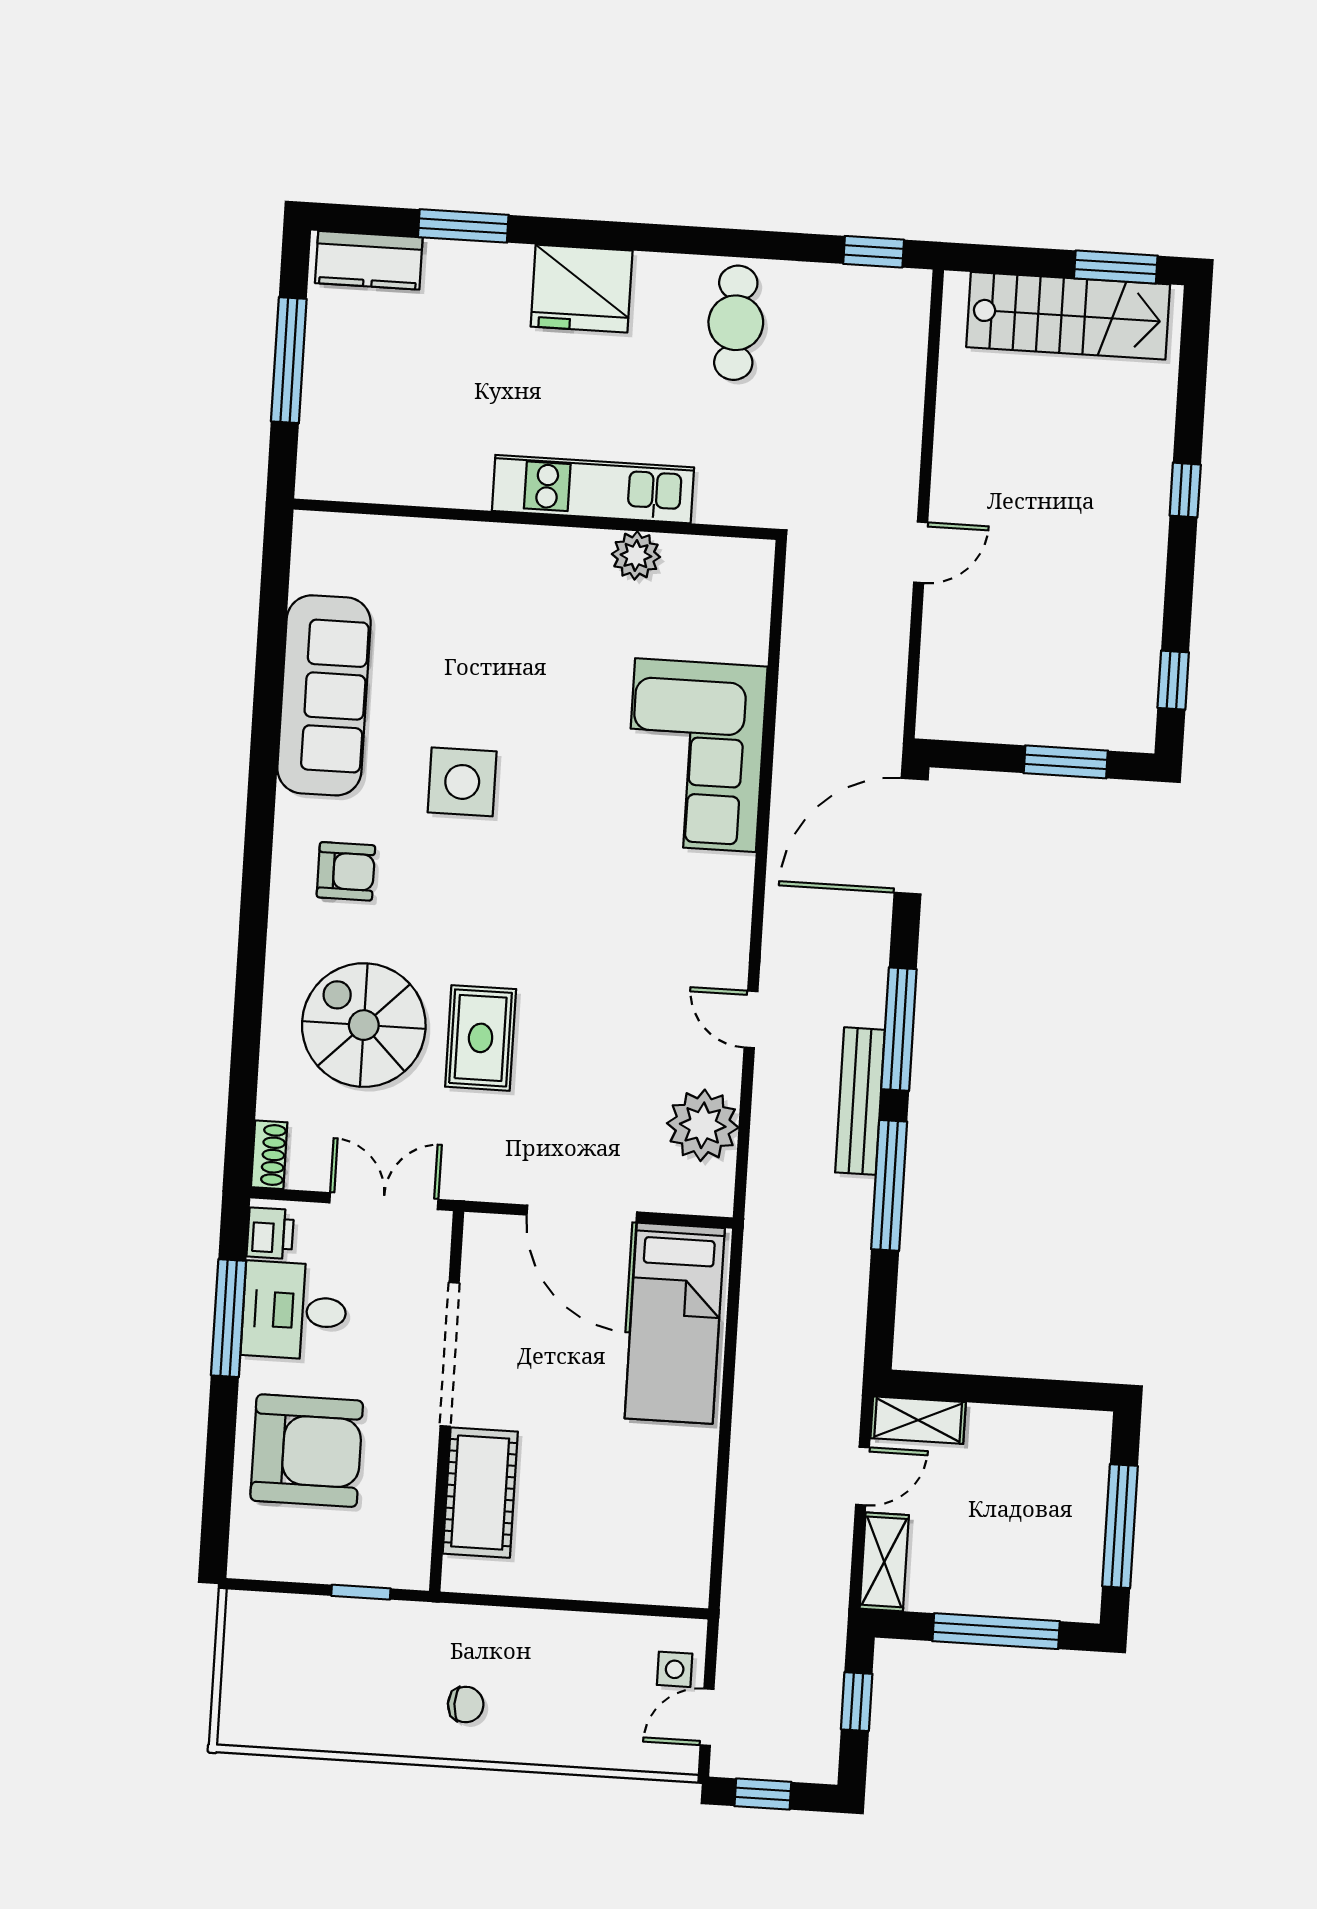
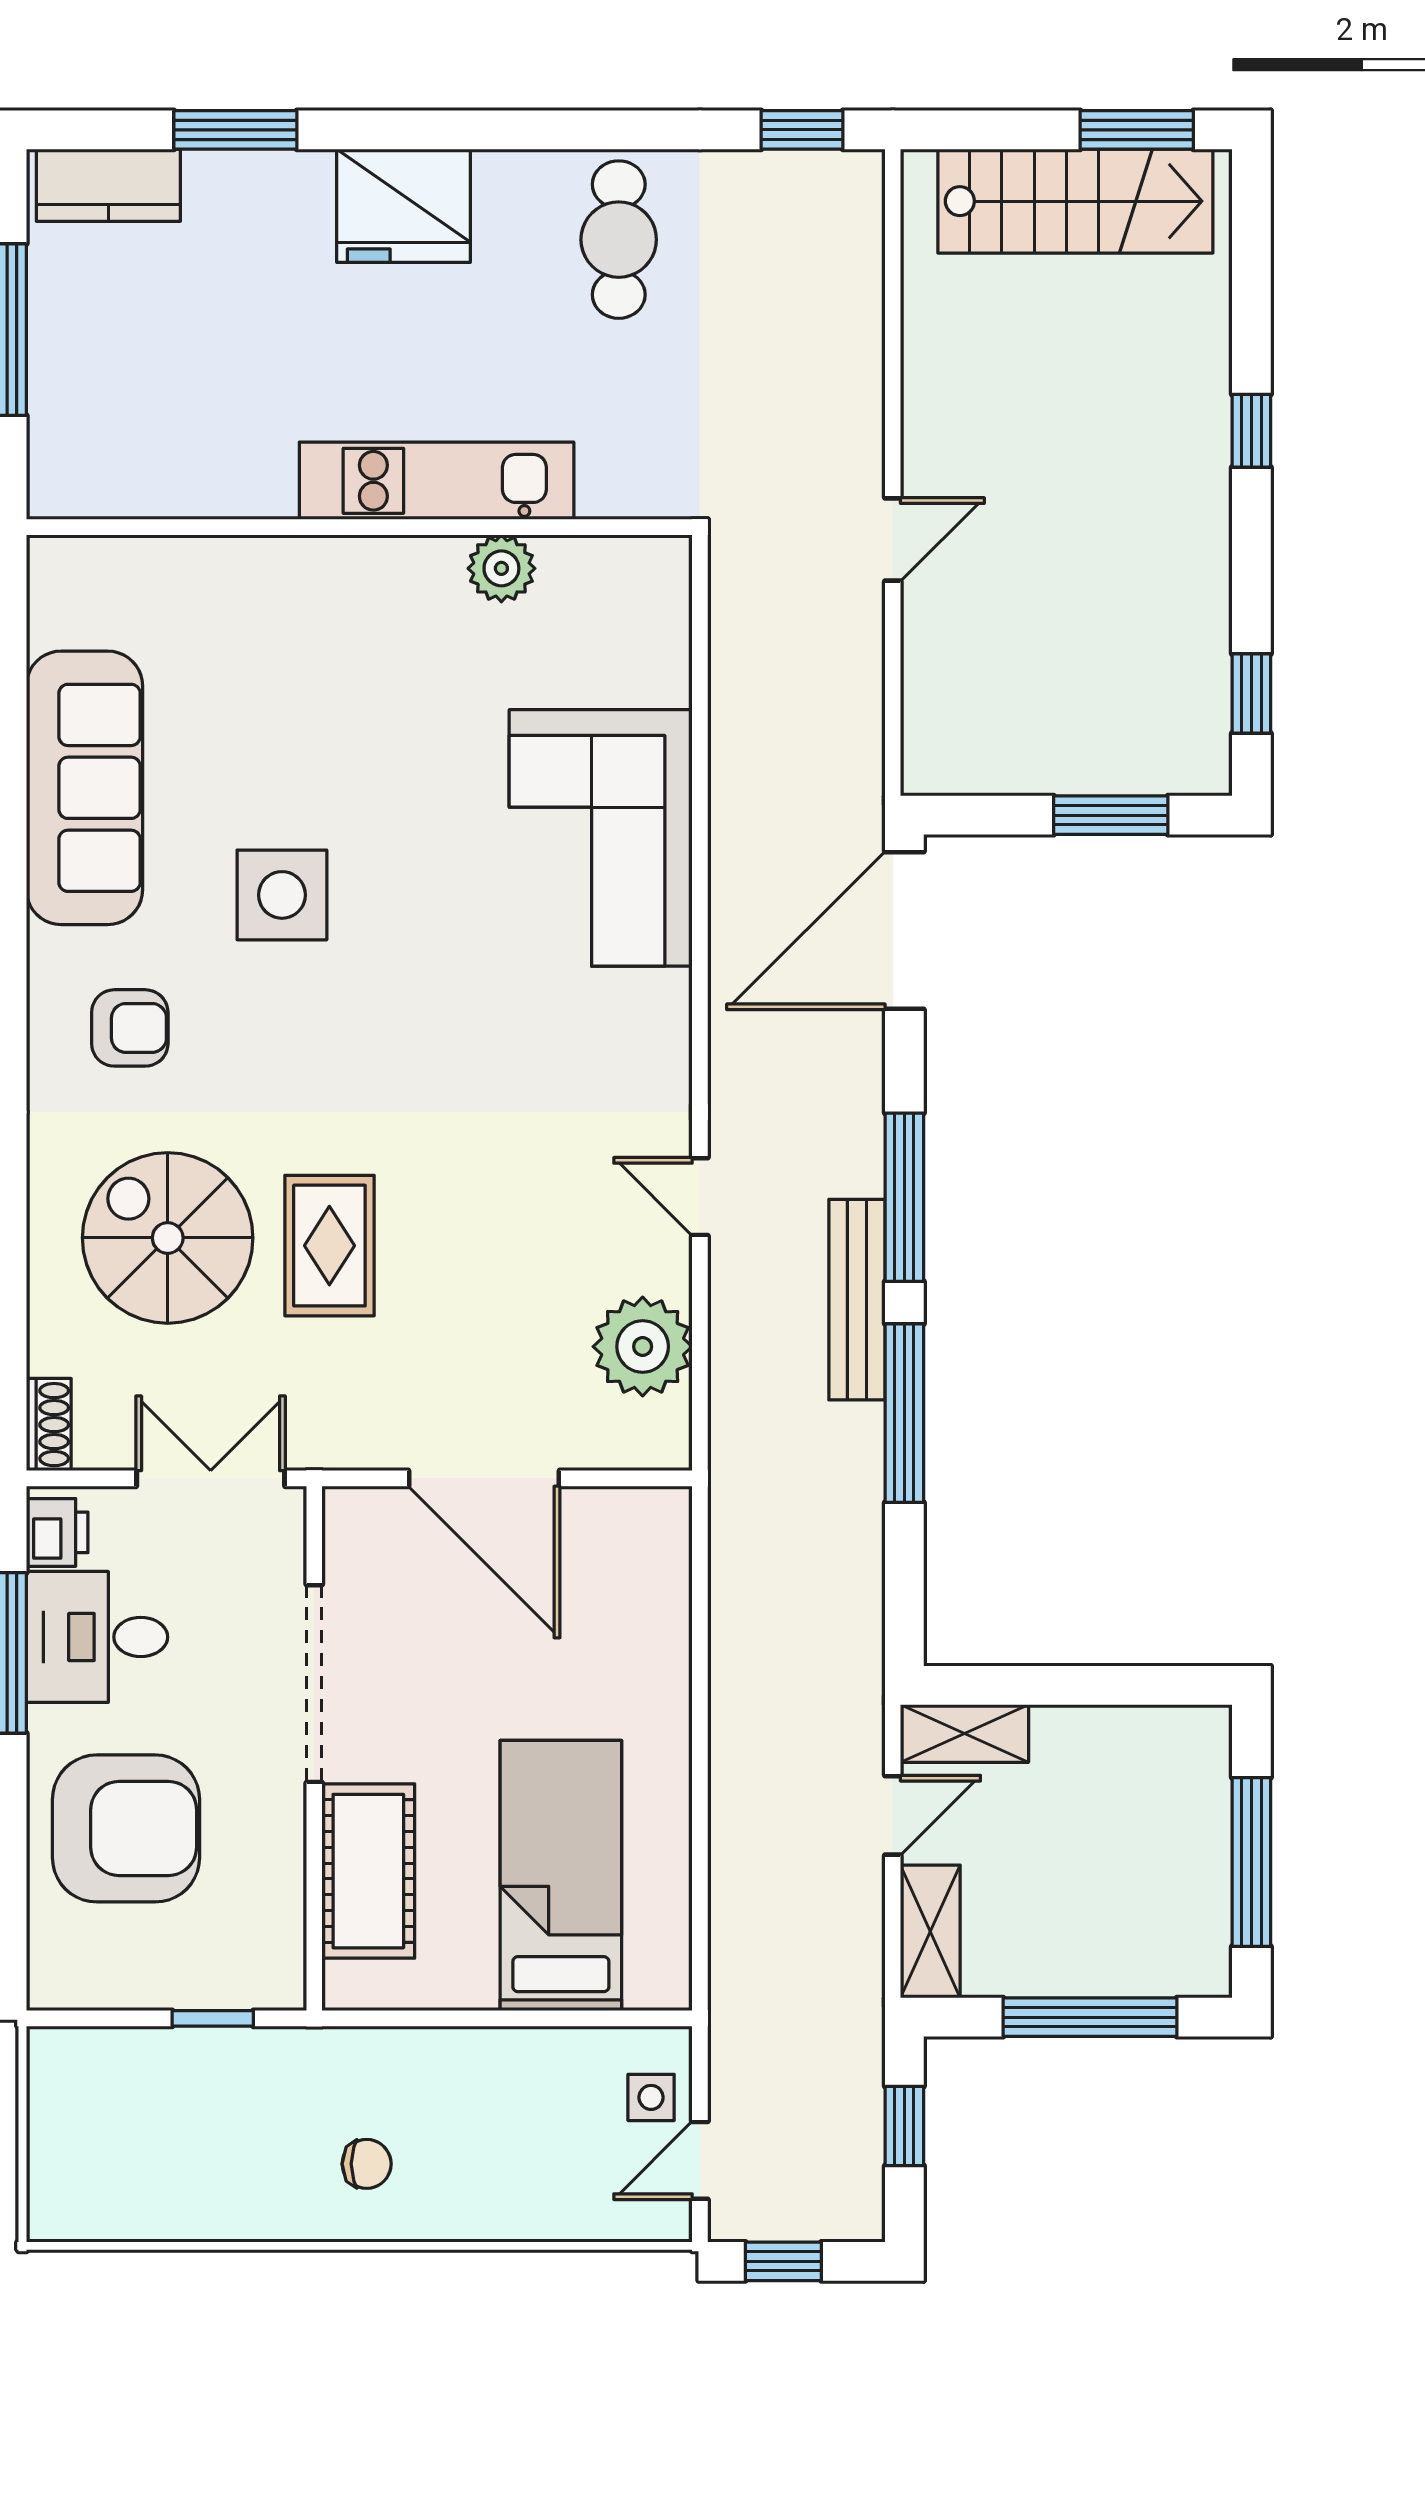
bed: (675, 1323) -> (561, 1876), moved, turned 180

